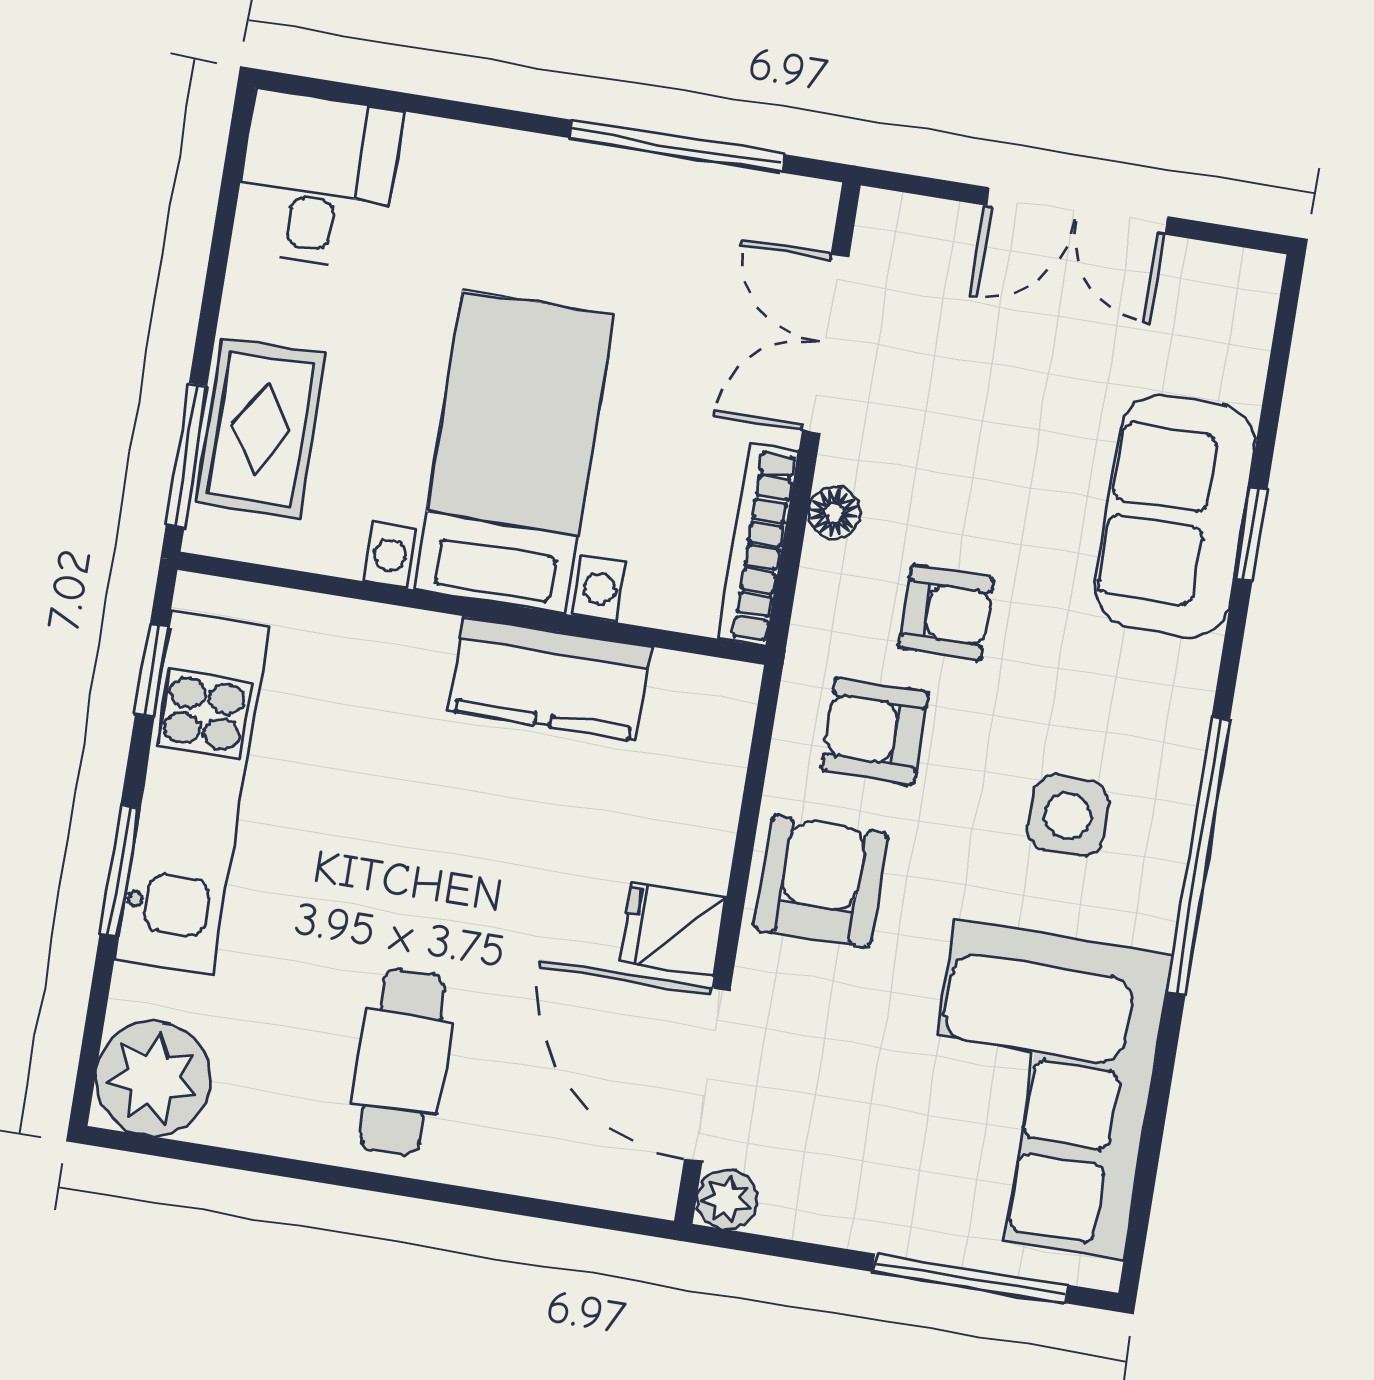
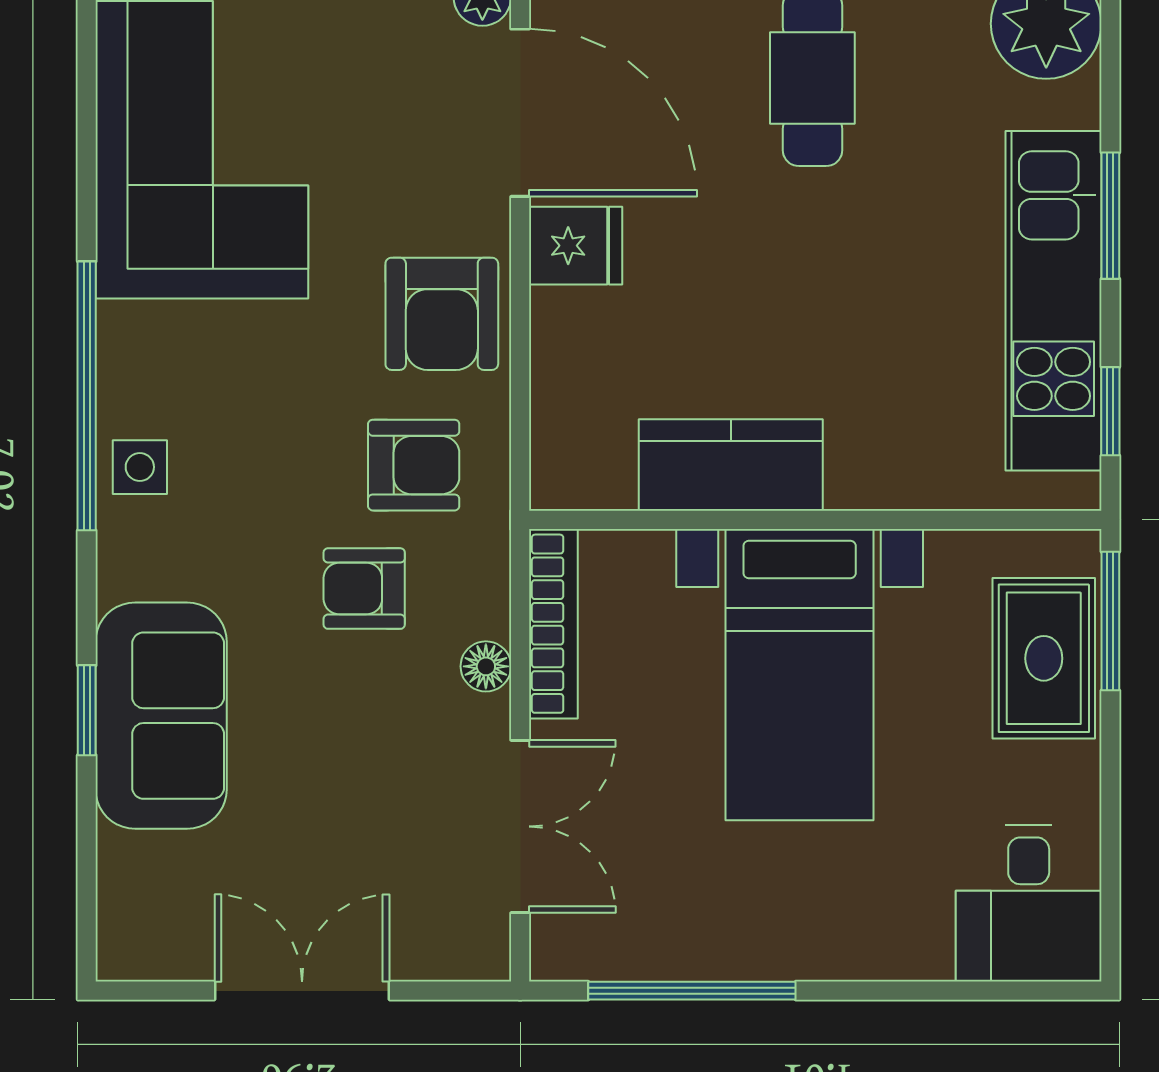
side table: (1068, 816) -> (140, 467), moved, width x0.73, depth x0.73

